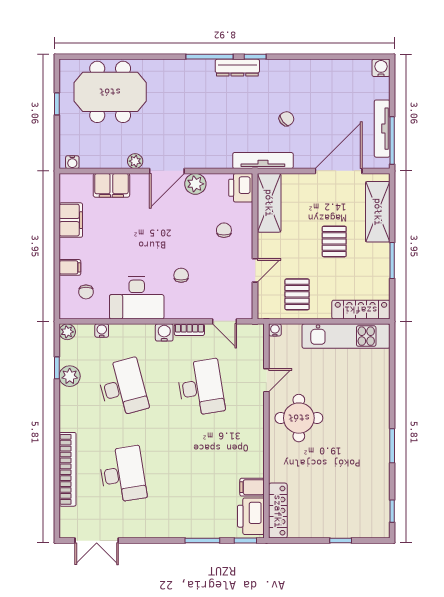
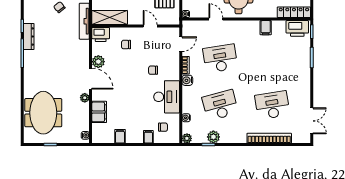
filing cabinet: (71, 220) -> (120, 136), width x0.50
filing cabinet: (252, 487) -> (266, 28), moved

